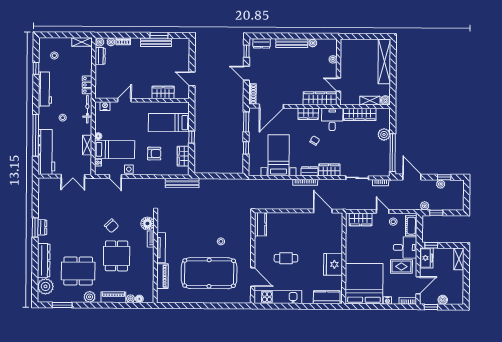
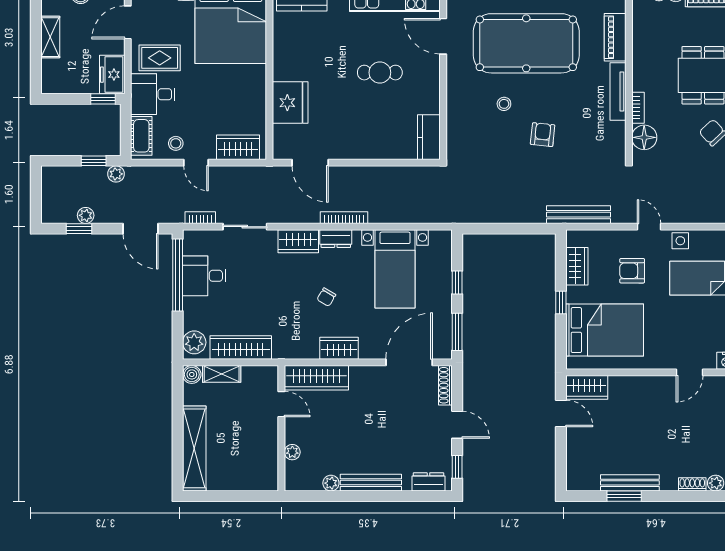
wardrobe: (163, 92) -> (587, 387), moved
desk: (332, 119) -> (204, 276), moved, turned 90
bed: (169, 123) -> (605, 330), width x1.50
plant: (384, 134) -> (194, 342), moved
door: (115, 177) -> (649, 227), moved
armchair: (201, 225) -> (543, 135), added
shelving: (459, 259) -> (50, 37), moved
fridge: (333, 264) -> (290, 103), moved

